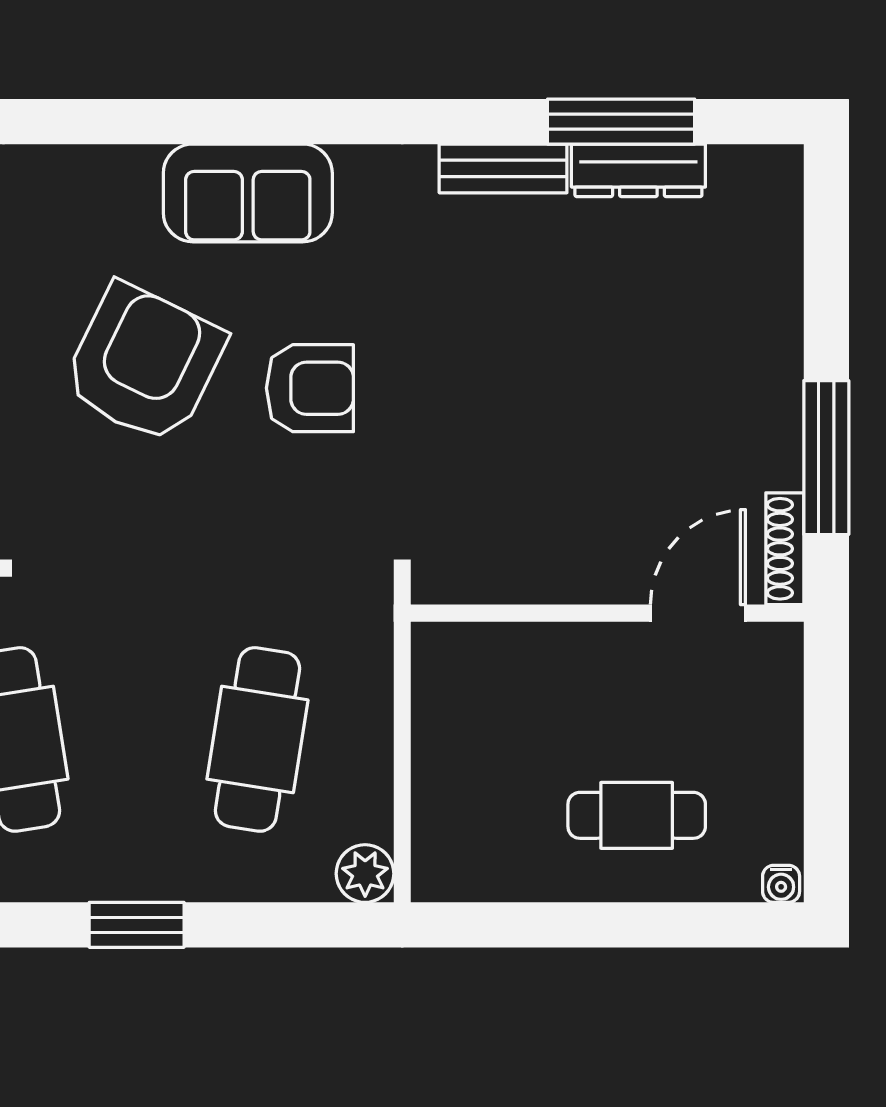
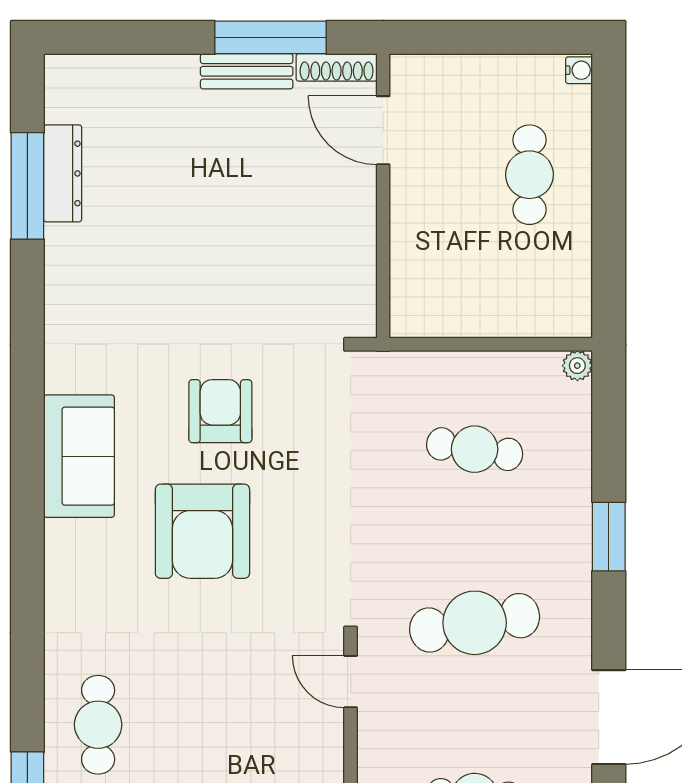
bench: (503, 168) -> (247, 71), moved, turned 90
armchair: (144, 363) -> (202, 531), turned -116
cafe table: (257, 739) -> (475, 449), width x0.73, depth x0.74
plant: (365, 874) -> (577, 366), width x0.73, depth x0.73

